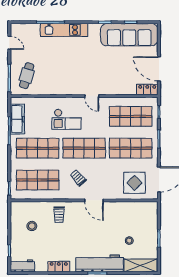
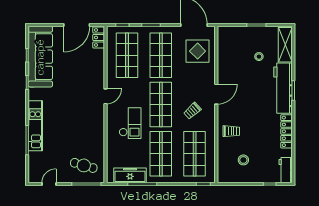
locker: (59, 267) -> (286, 131), width x1.53

